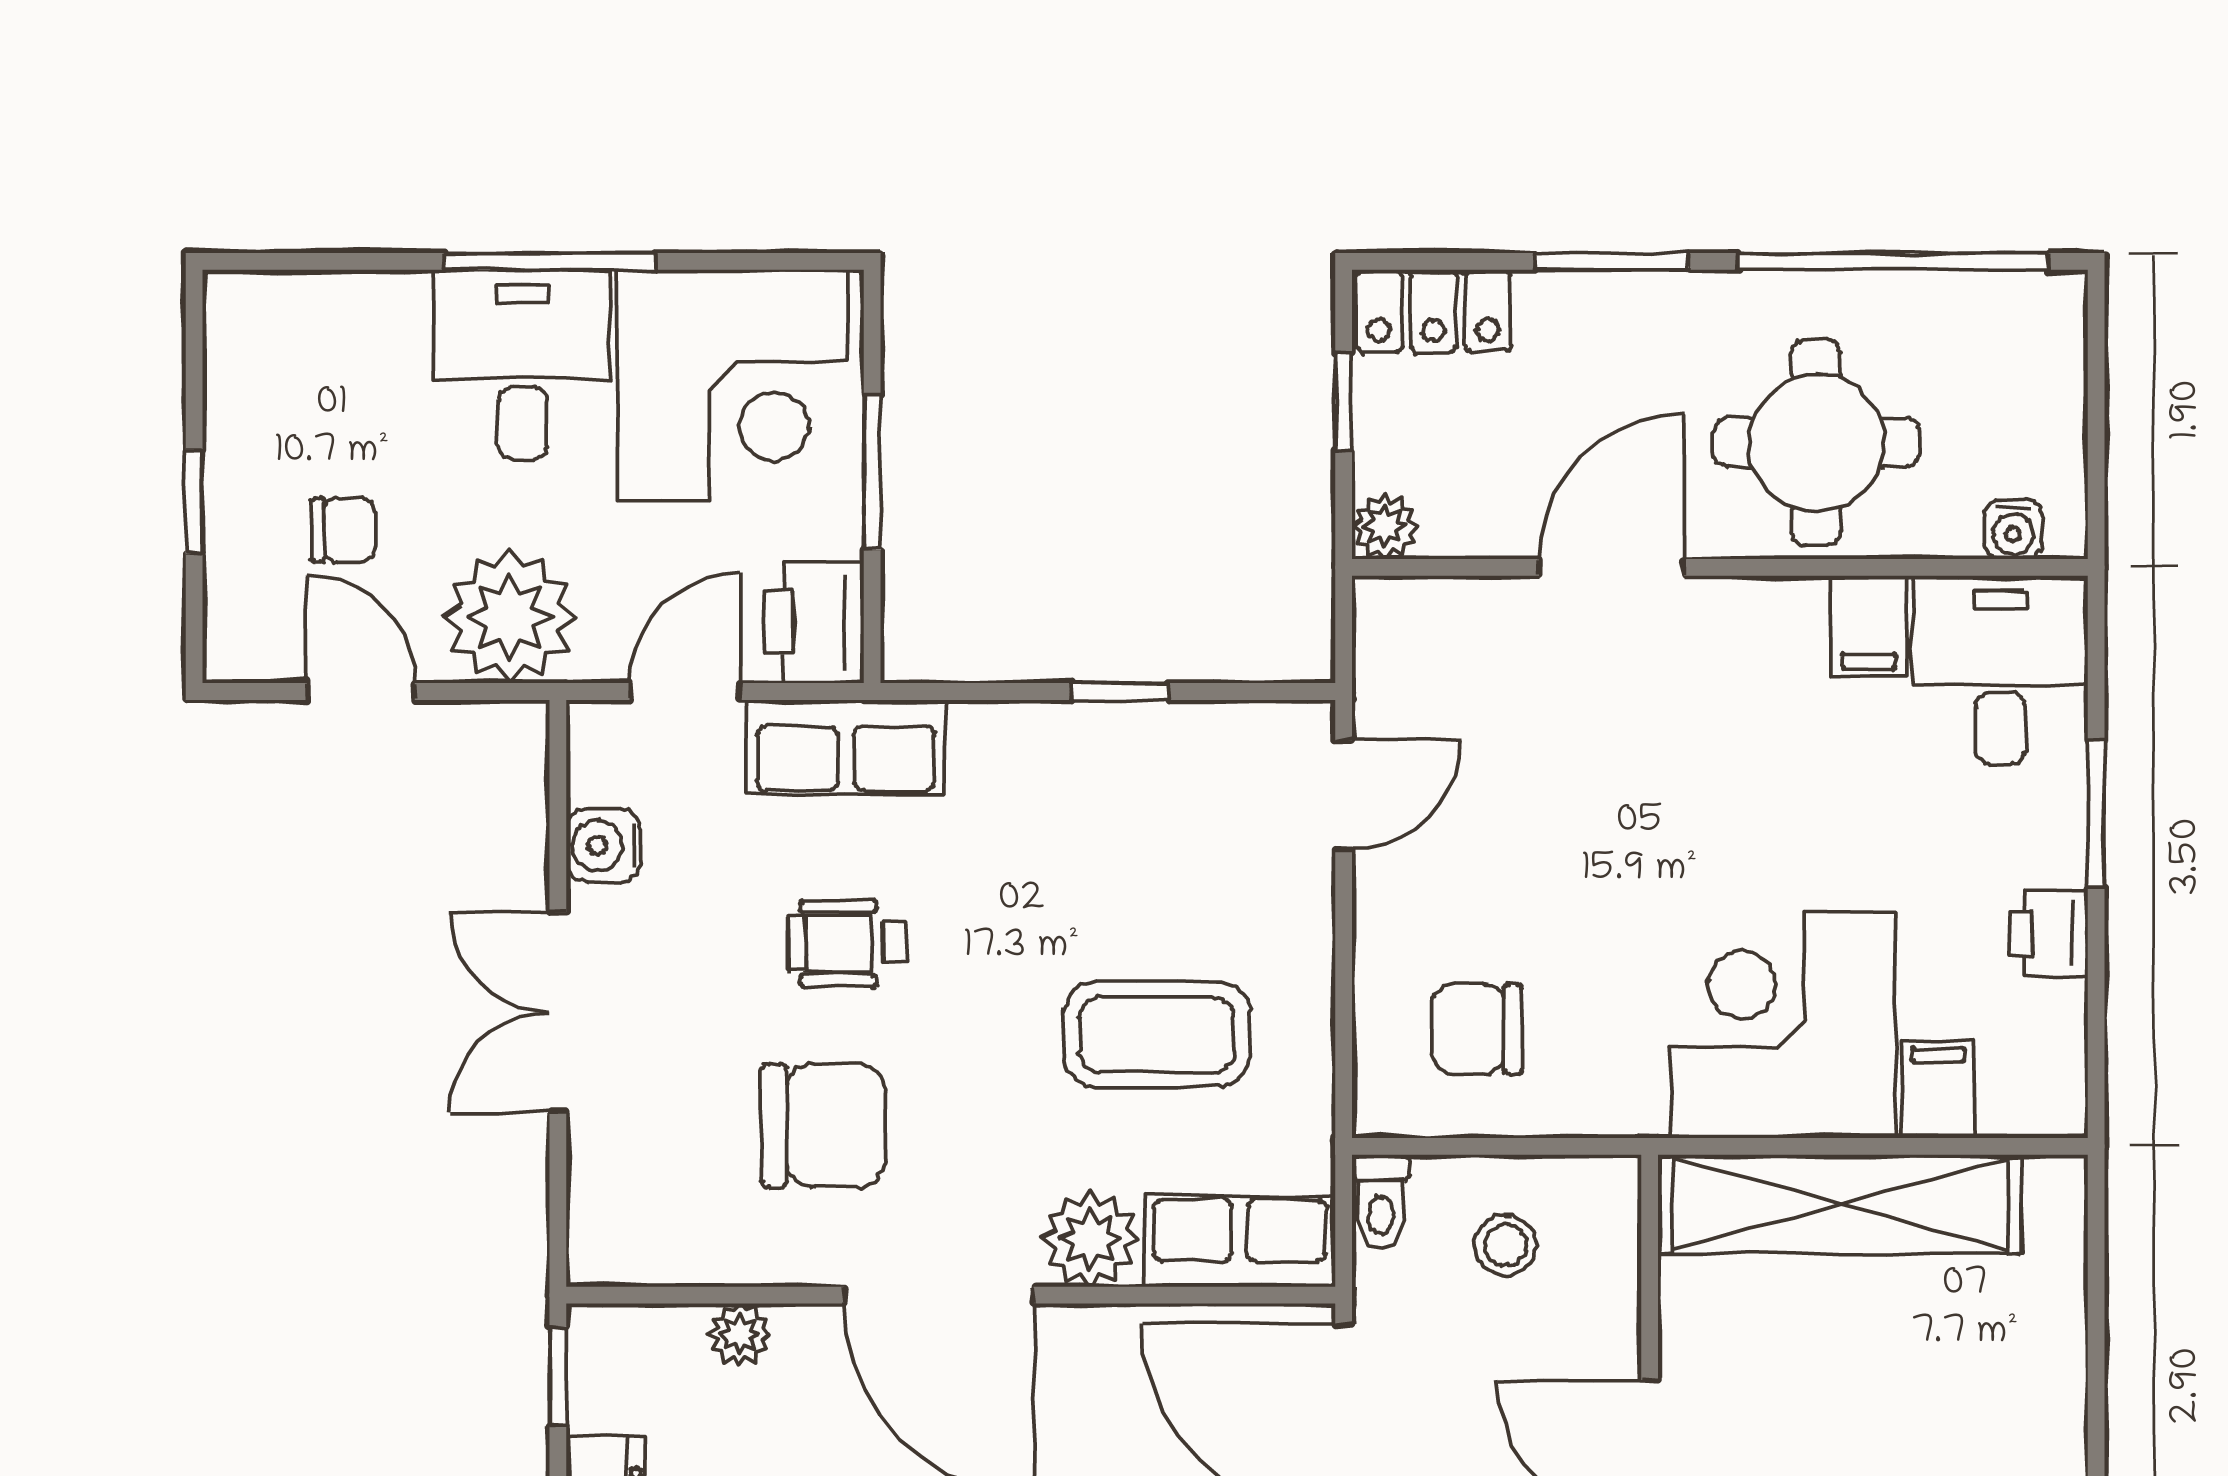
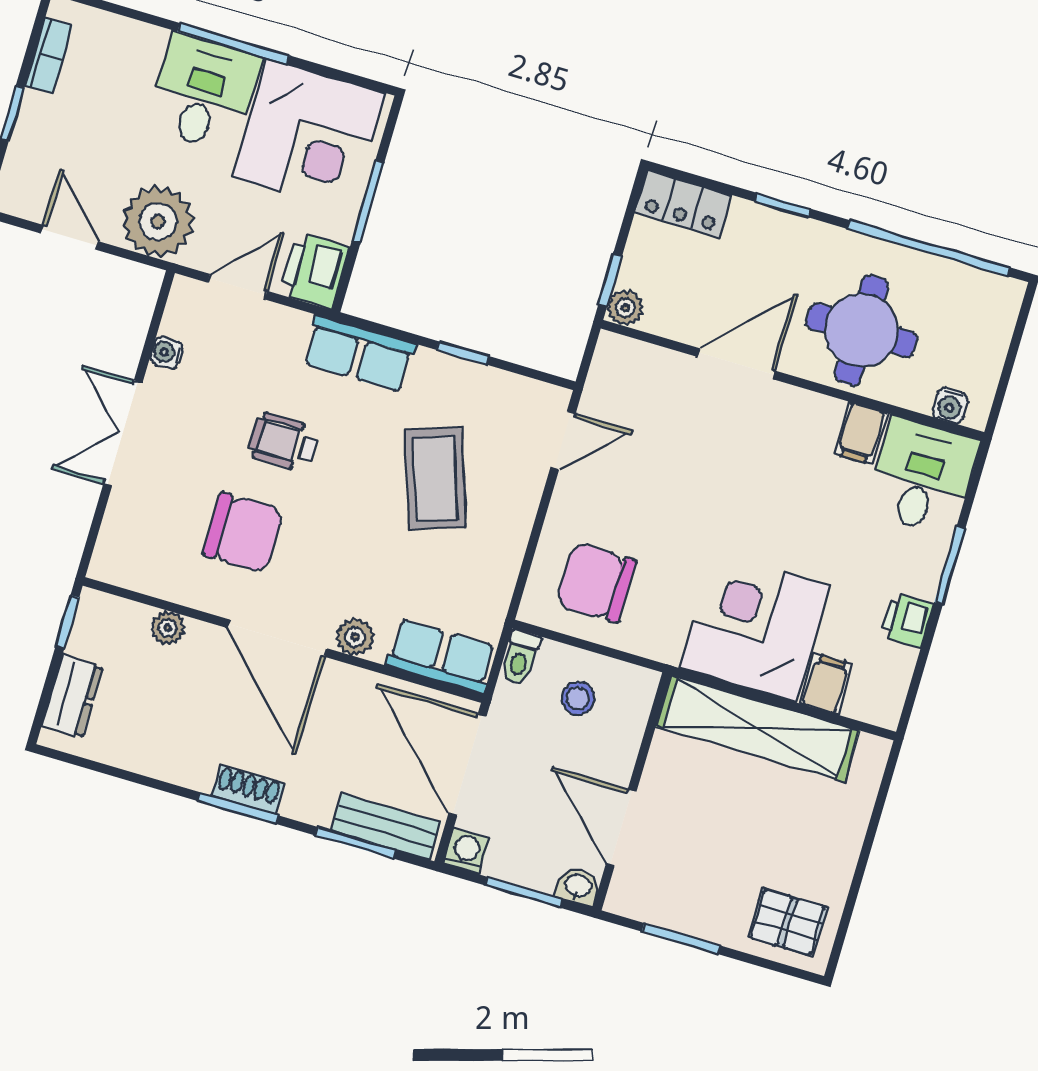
window: (1612, 261) -> (783, 205), width x0.67
bookcase: (229, 380) -> (49, 56), added
window: (1344, 401) -> (610, 280), moved
chair: (343, 530) -> (85, 151), removed
row of seats: (846, 747) -> (359, 354), moved
water cooler: (603, 846) -> (166, 353), width x0.72, depth x0.72
chair: (1477, 1029) -> (596, 582), width x1.37, depth x1.37
coffee table: (1157, 1035) -> (435, 478), moved, turned 71
plant: (1090, 1239) -> (355, 637), width x0.73, depth x0.73

